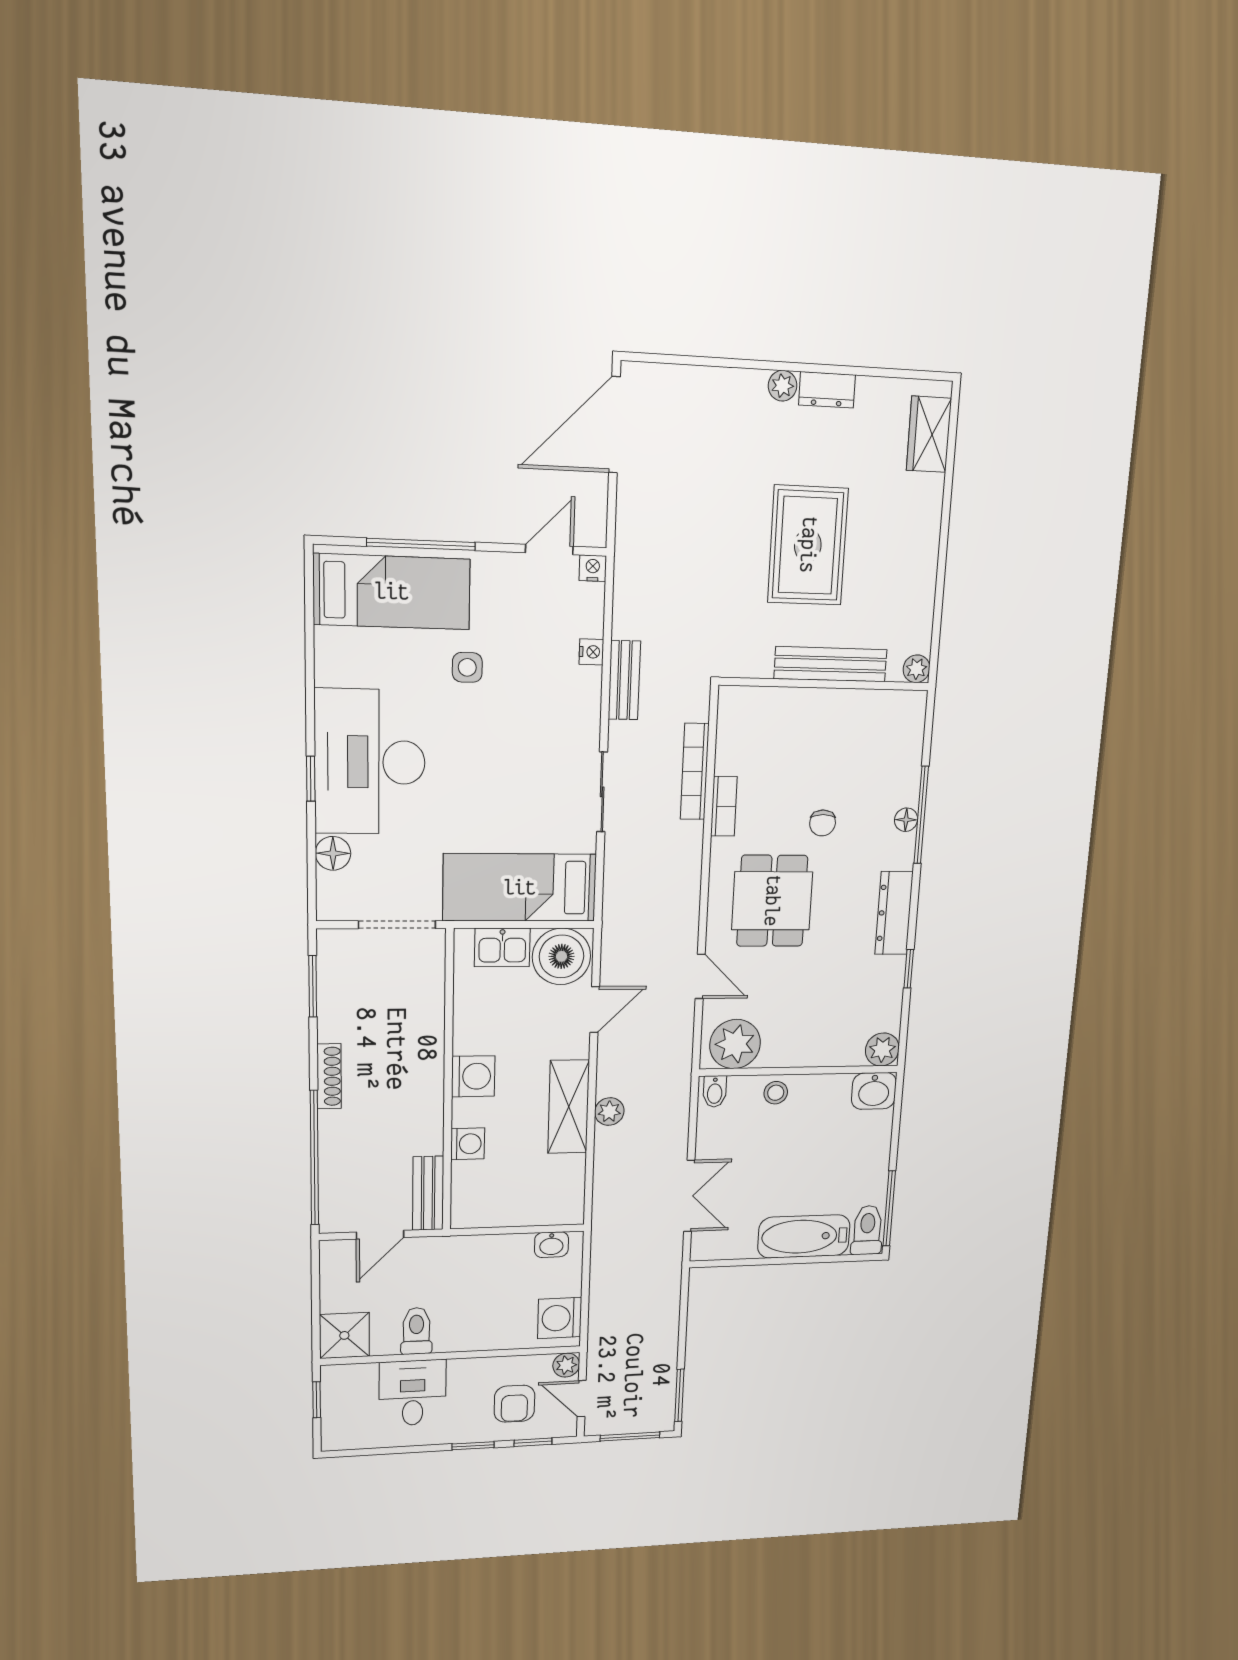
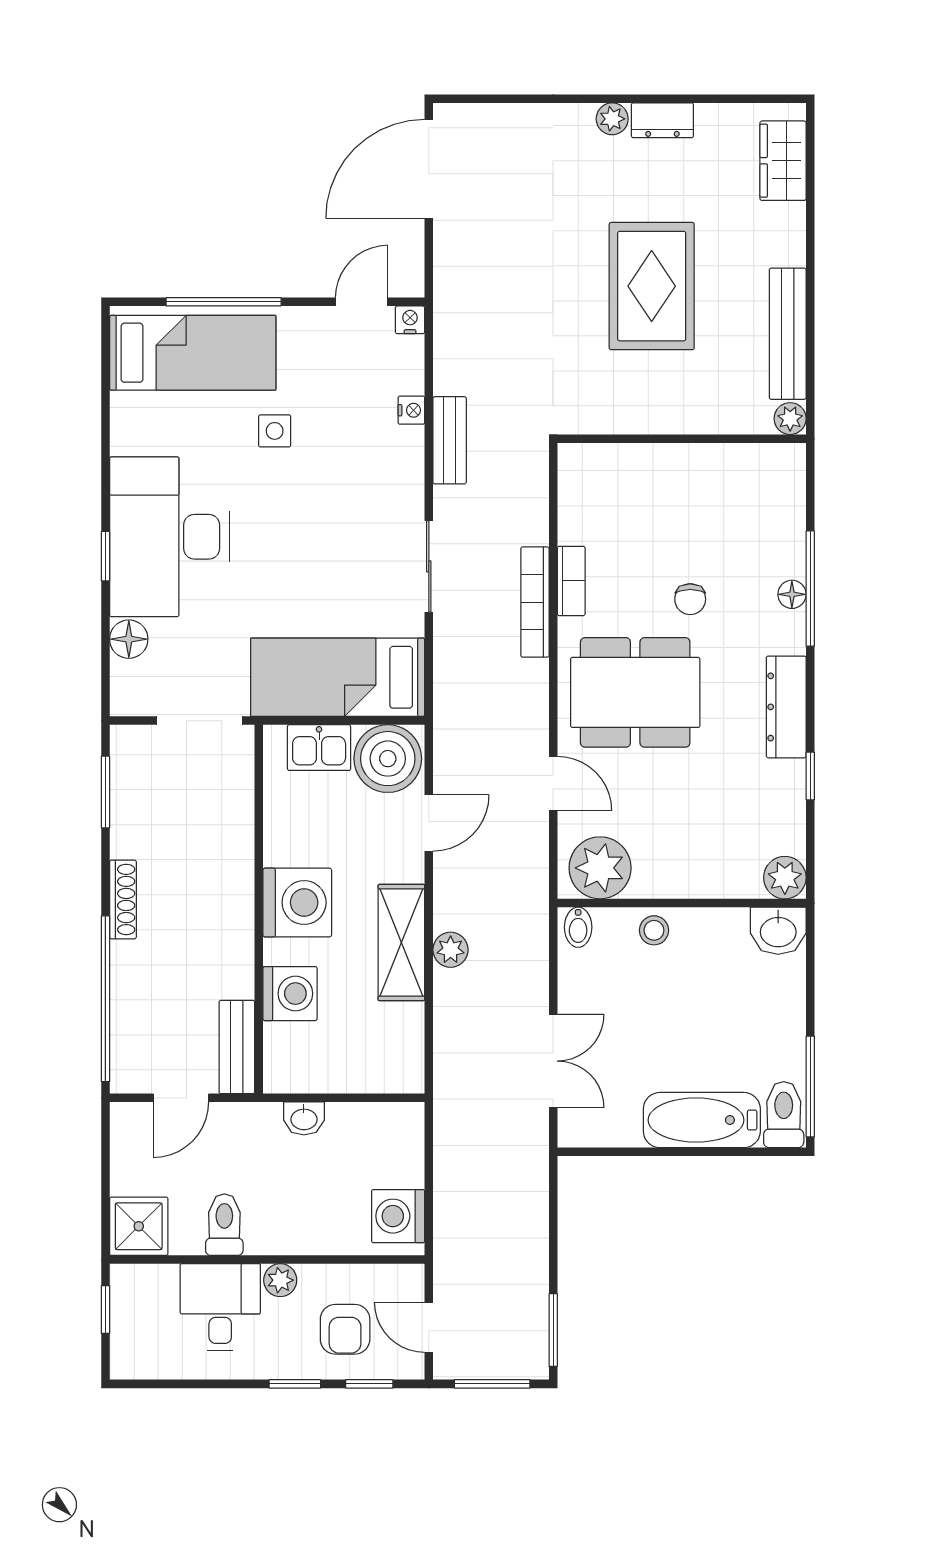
bench: (831, 664) -> (788, 334), moved, turned 90
bookcase: (695, 771) -> (535, 602), moved
dining table: (772, 901) -> (635, 692), width x1.37
washing machine: (473, 1076) -> (297, 903), width x1.37, depth x1.37
washing machine: (468, 1144) -> (290, 994), width x1.38, depth x1.38
washbasin: (551, 1245) -> (304, 1118), moved
plant: (566, 1365) -> (280, 1280), moved

